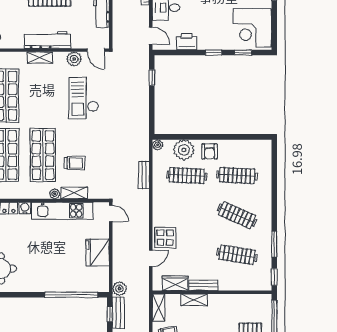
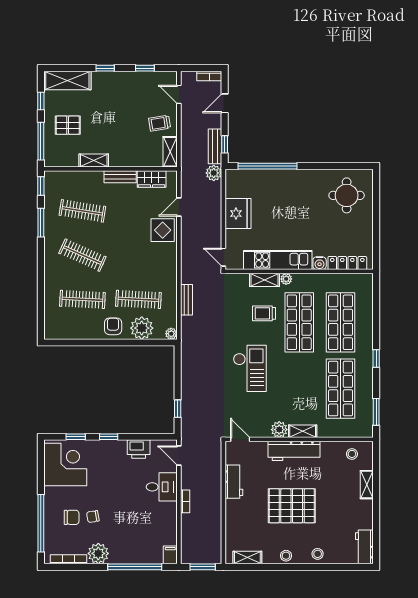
plant: (74, 59) -> (279, 430), moved
checkout: (84, 98) -> (250, 368), moved
shelving: (194, 300) -> (94, 161), moved

